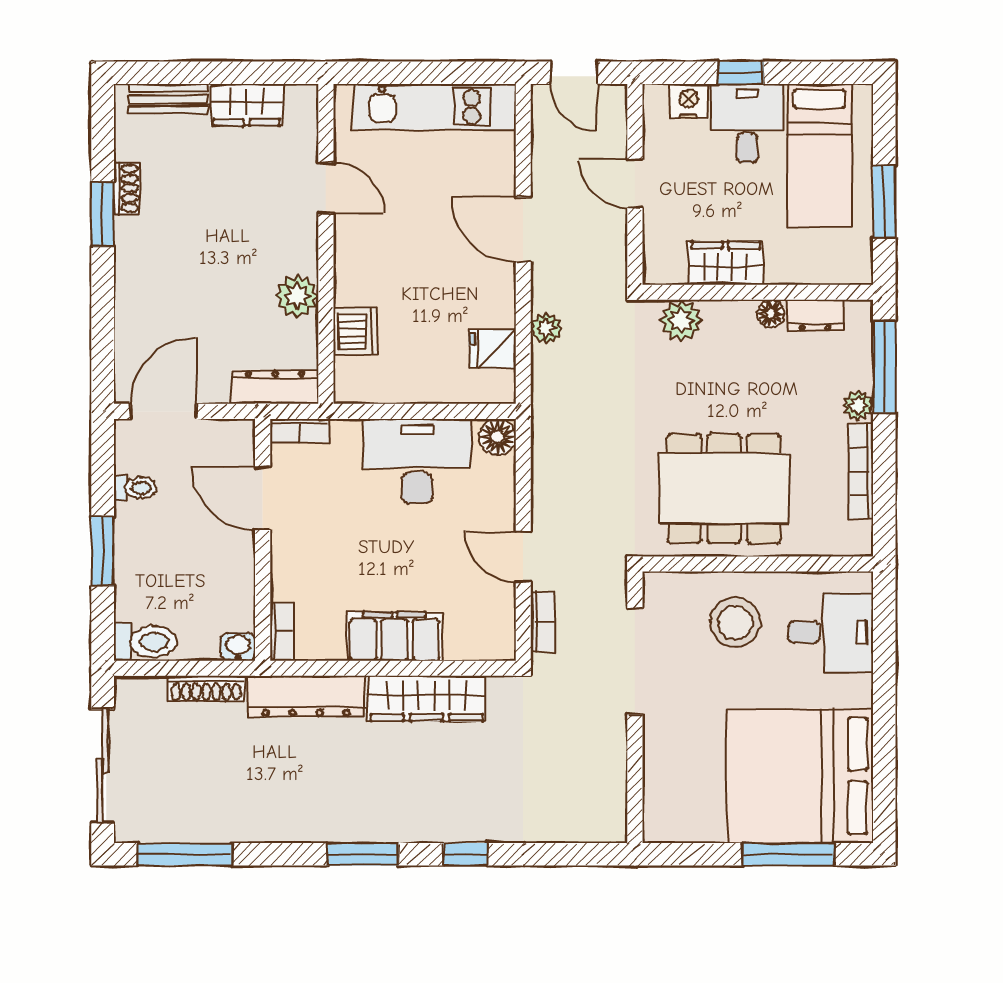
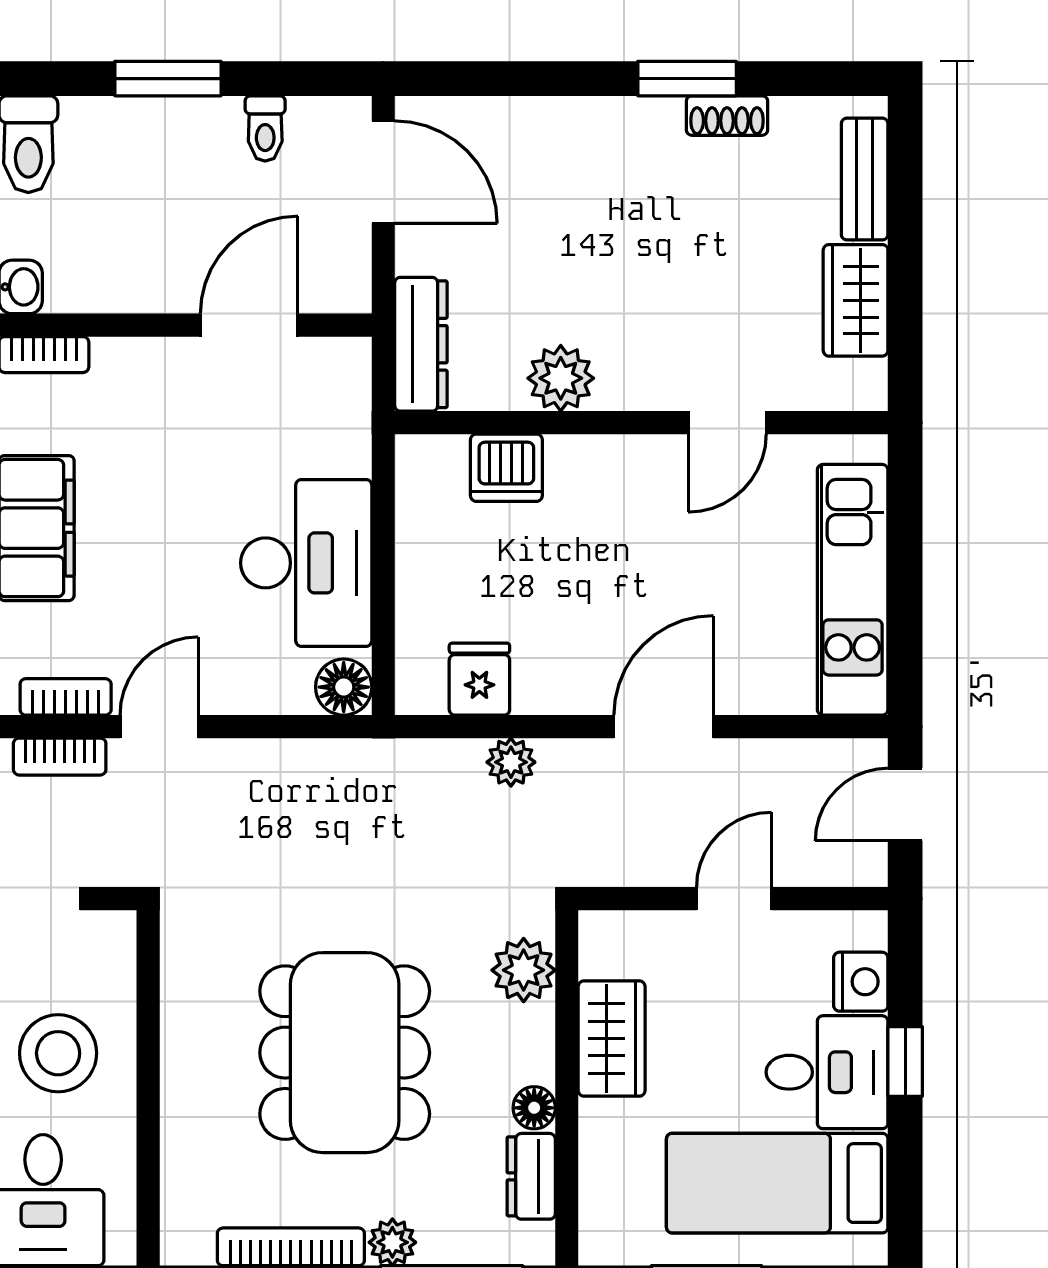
bookcase: (300, 431) -> (66, 697), moved, turned 90
dining table: (724, 488) -> (345, 1053), moved

